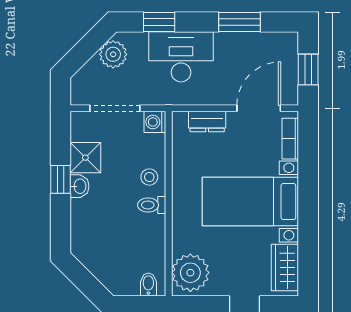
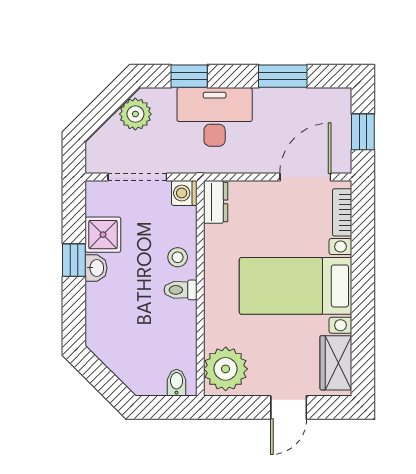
dresser: (207, 122) -> (216, 202), moved, turned -90

